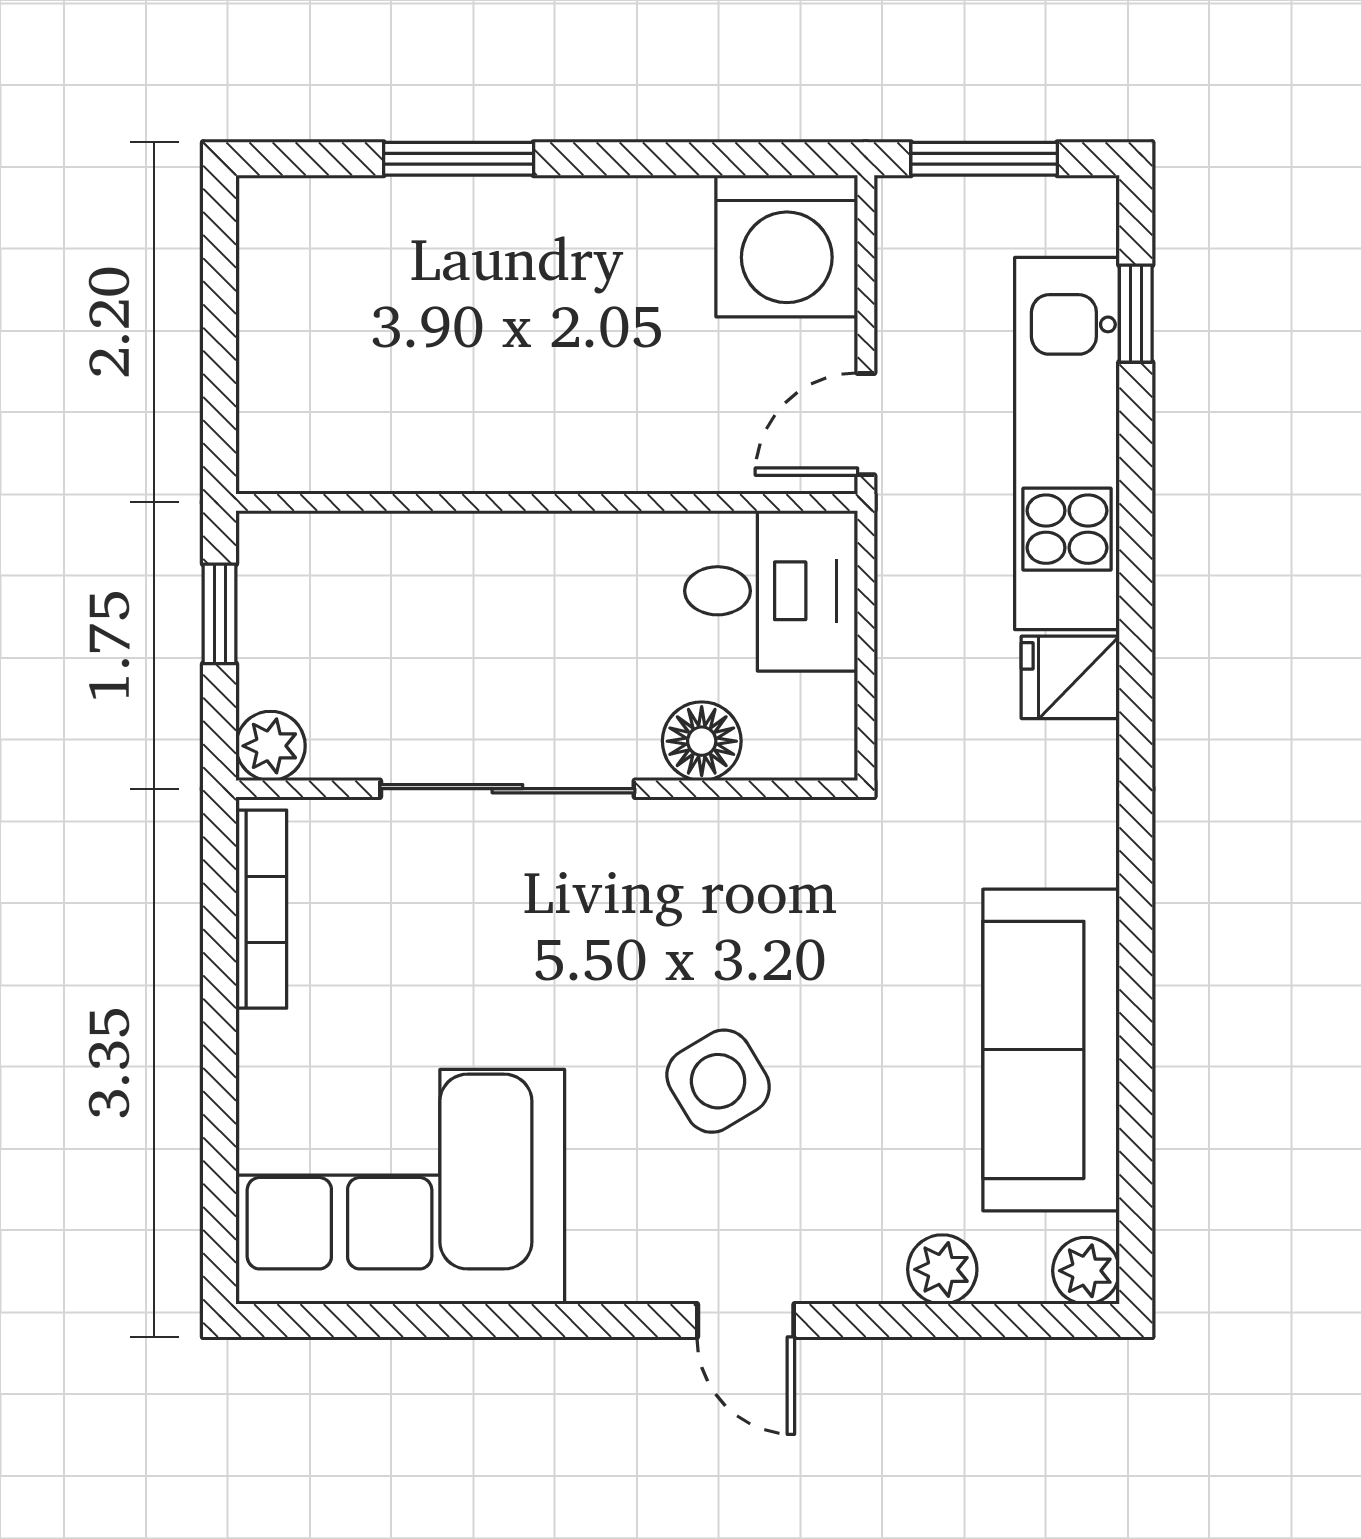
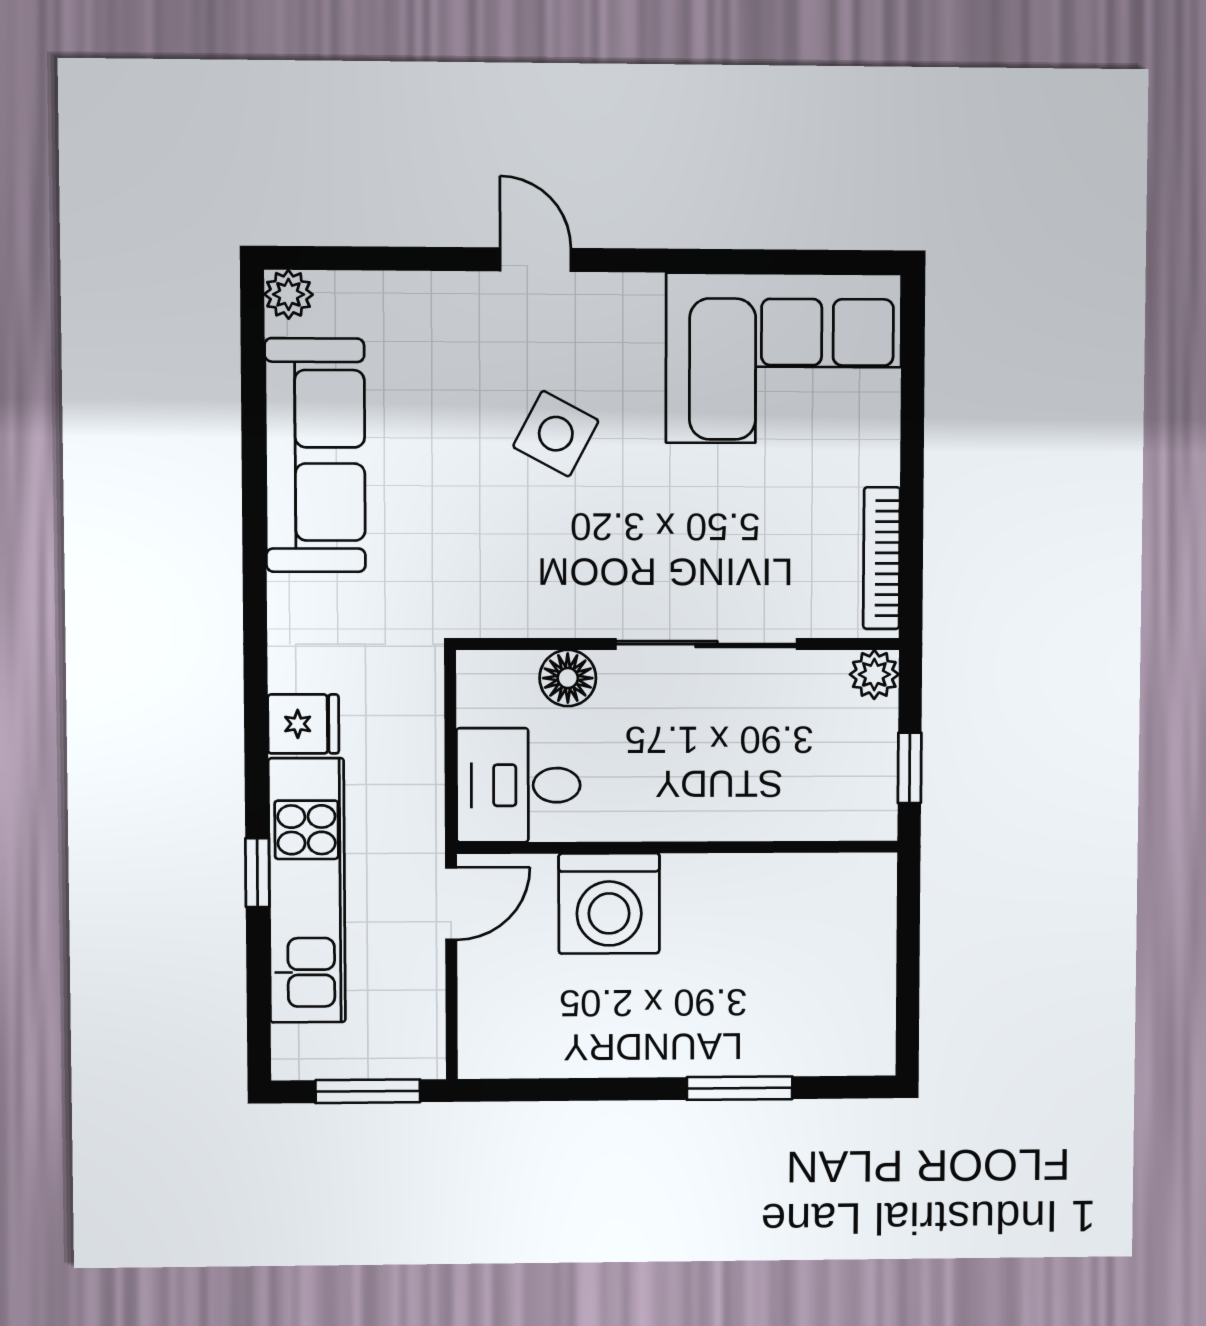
washing machine: (787, 246) -> (609, 903), moved, turned 180
window: (1136, 314) -> (257, 873), moved
side table: (718, 1081) -> (556, 434), turned -31
plant: (942, 1269) -> (393, 296), removed

